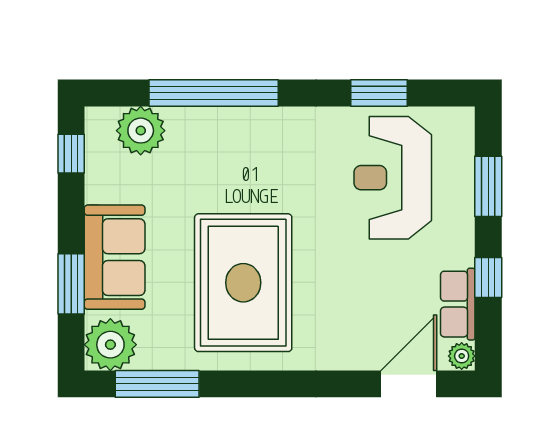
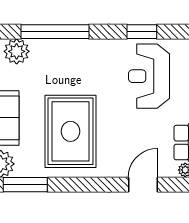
door: (409, 384) -> (143, 185), moved

